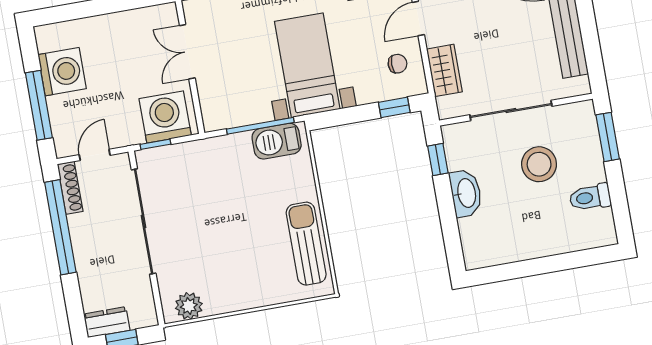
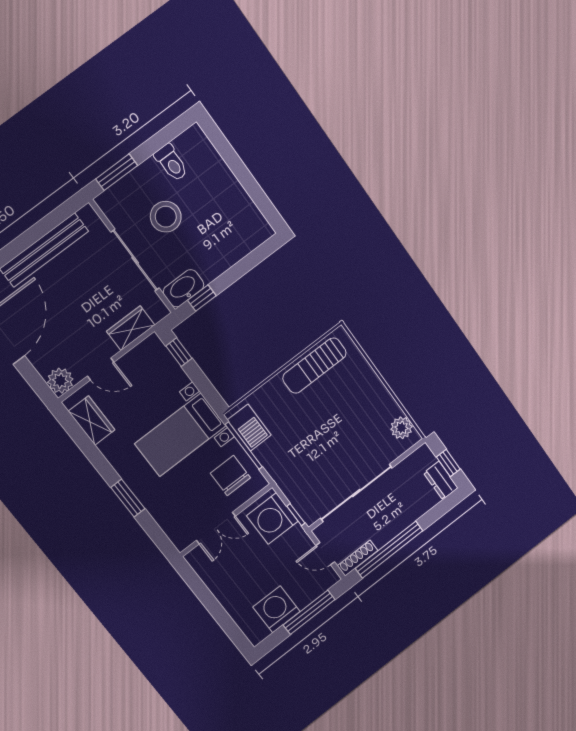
chair: (397, 64) -> (230, 476), moved, width x1.87, depth x1.87
washbasin: (466, 193) -> (184, 288), moved

